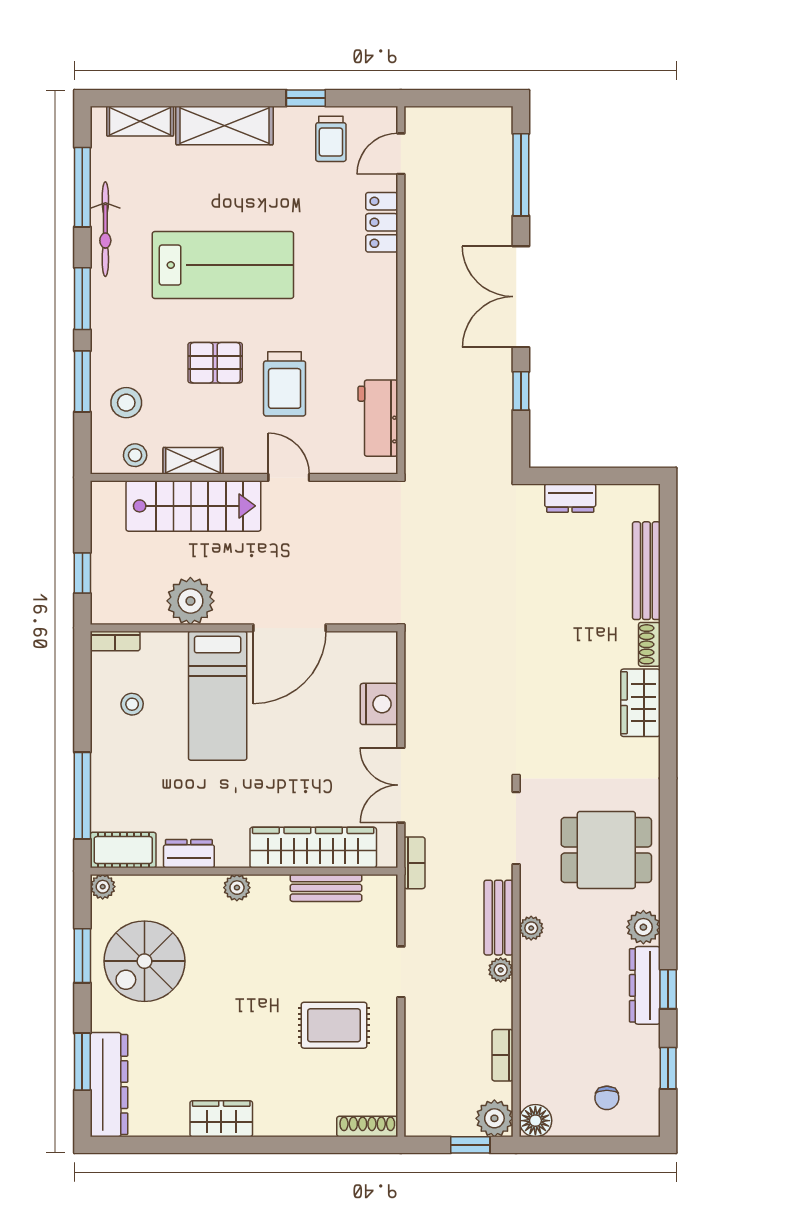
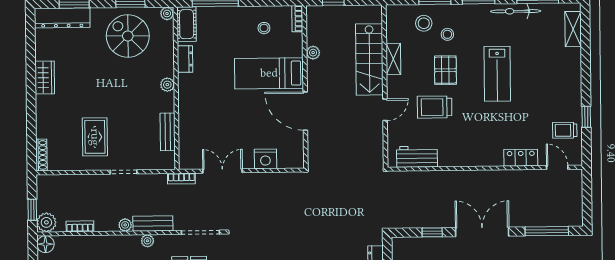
shelving: (224, 125) -> (571, 74), removed
lab bench: (223, 265) -> (497, 74), width x0.73, depth x0.72
stool: (135, 455) -> (447, 34), moved
plant: (190, 601) -> (313, 53), width x0.53, depth x0.53
wardrobe: (313, 847) -> (189, 125), removed

